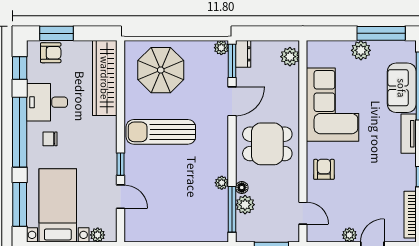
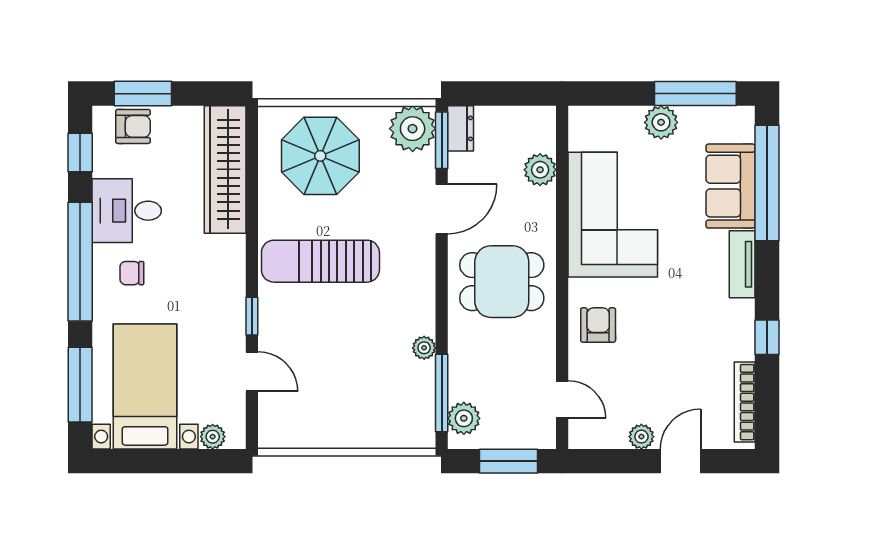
plant: (221, 48) -> (413, 129), width x1.88, depth x1.88
plant: (290, 57) -> (540, 170), moved
floor lamp: (242, 188) -> (458, 356), removed
plant: (245, 205) -> (464, 418), moved

